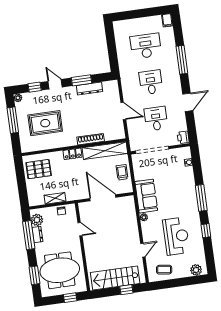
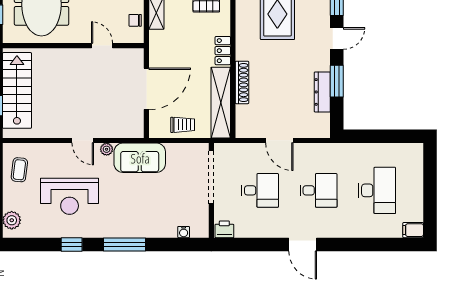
window: (182, 60) -> (347, 244), removed
door: (188, 102) -> (303, 244), moved
door: (123, 111) -> (279, 140), hinge flipped
door: (80, 229) -> (102, 46), swing flipped
door: (143, 250) -> (83, 140), moved

